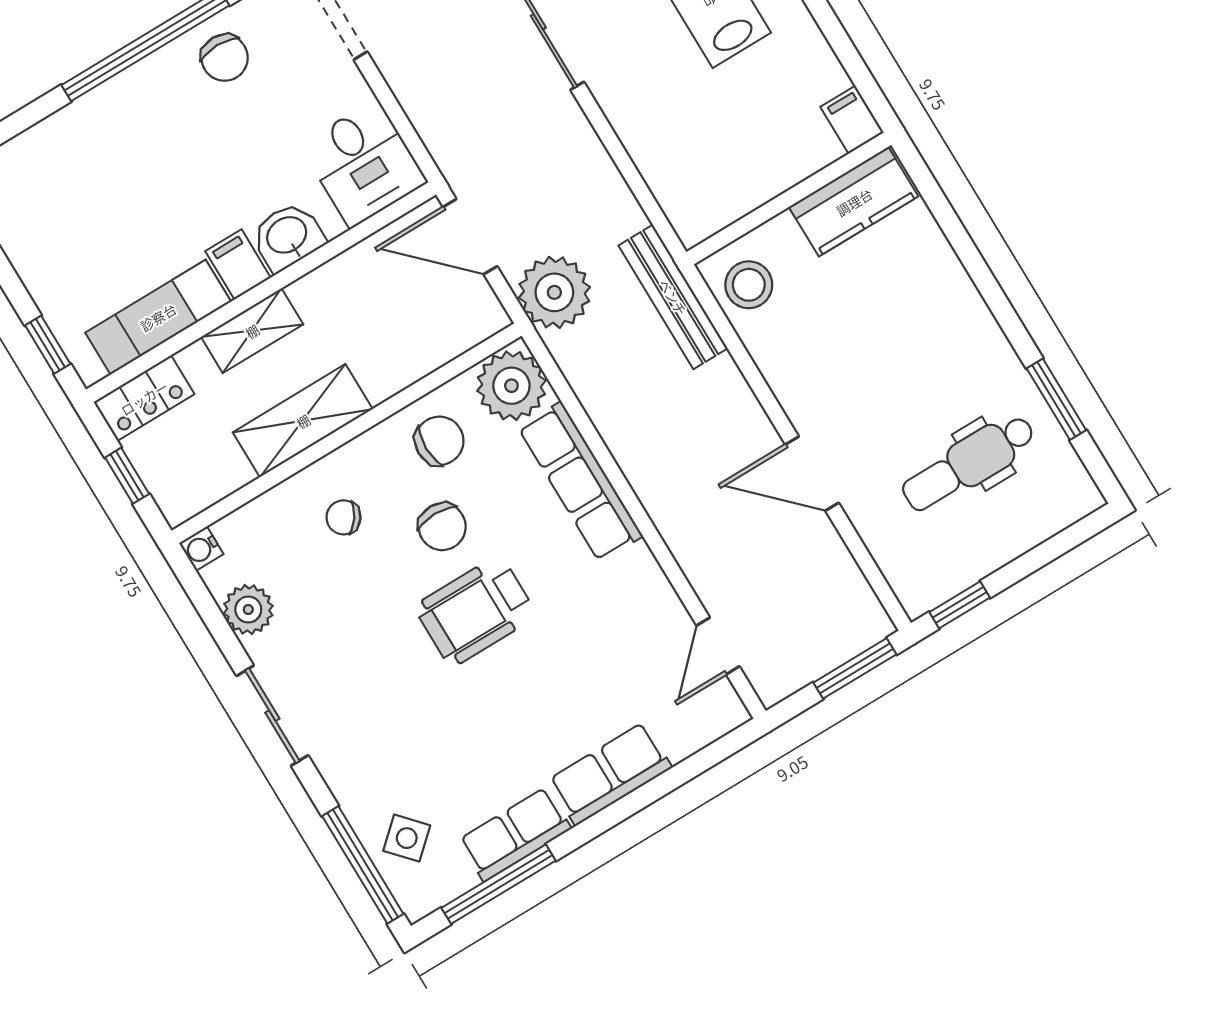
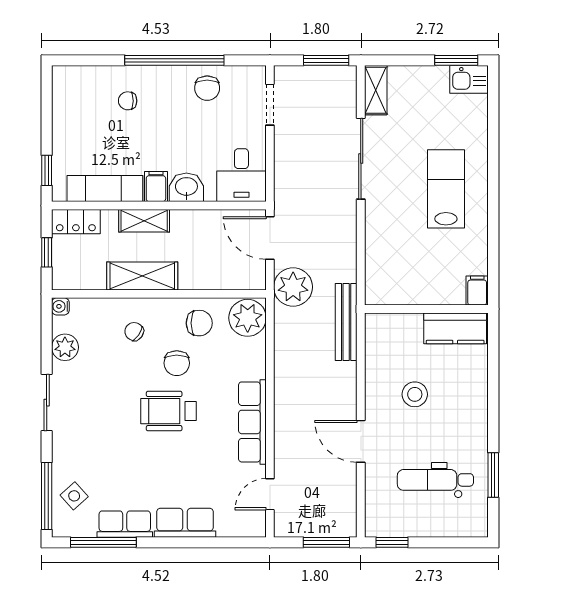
chair: (110, 155) -> (128, 101), added
stool: (749, 285) -> (415, 394), moved
row of seats: (580, 482) -> (252, 422), moved

